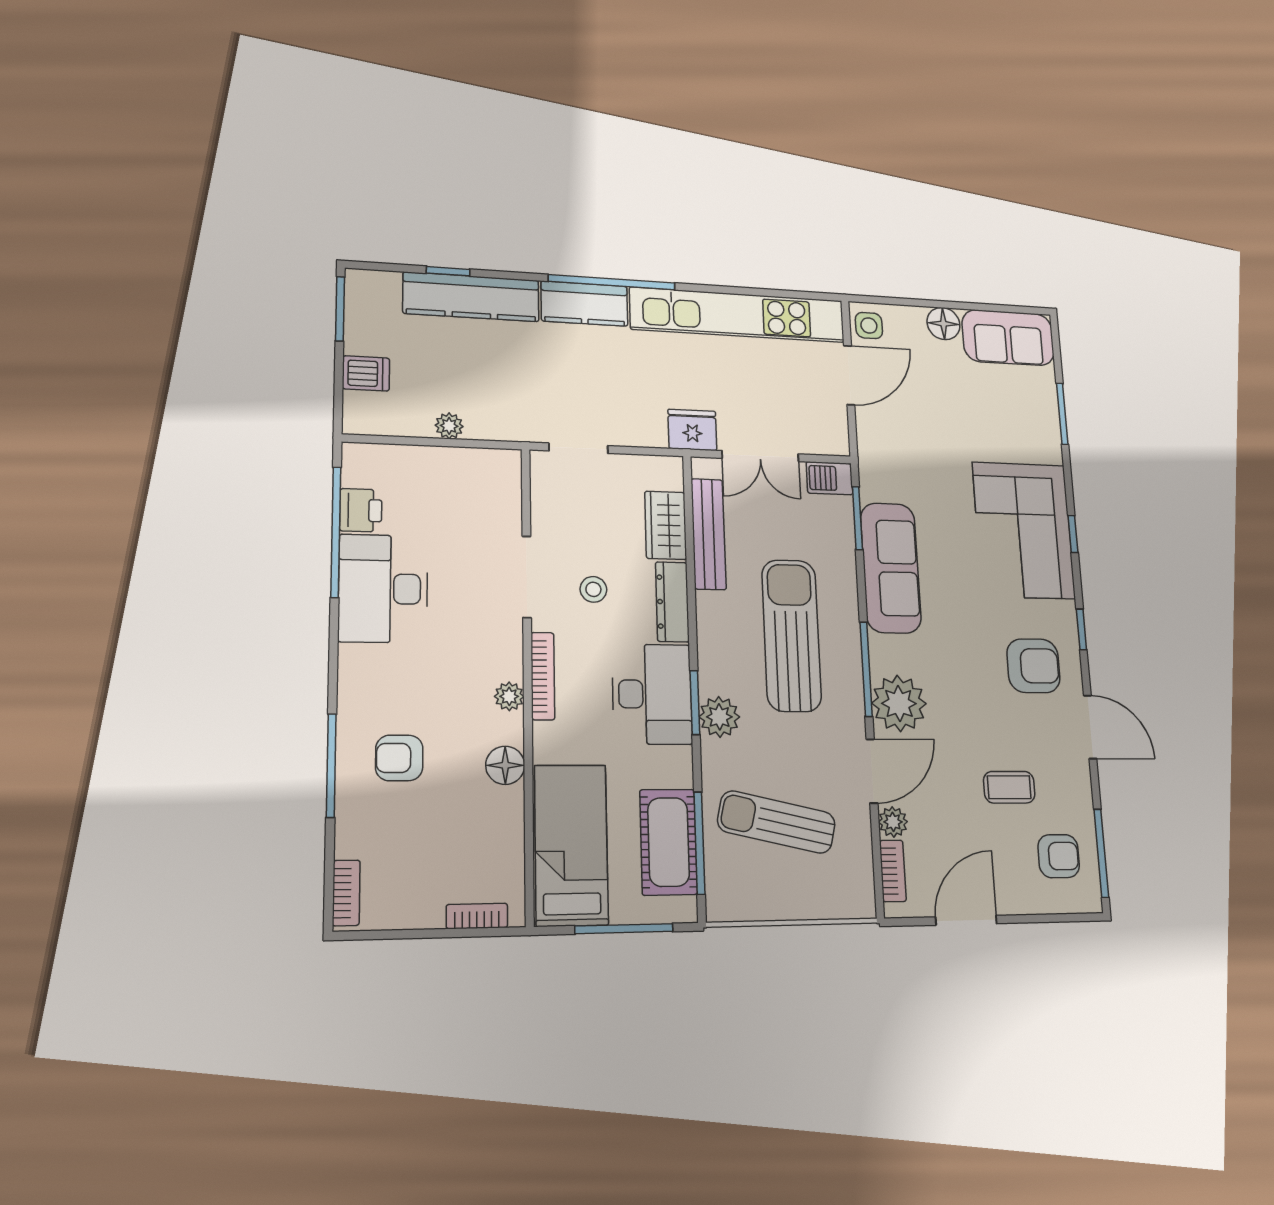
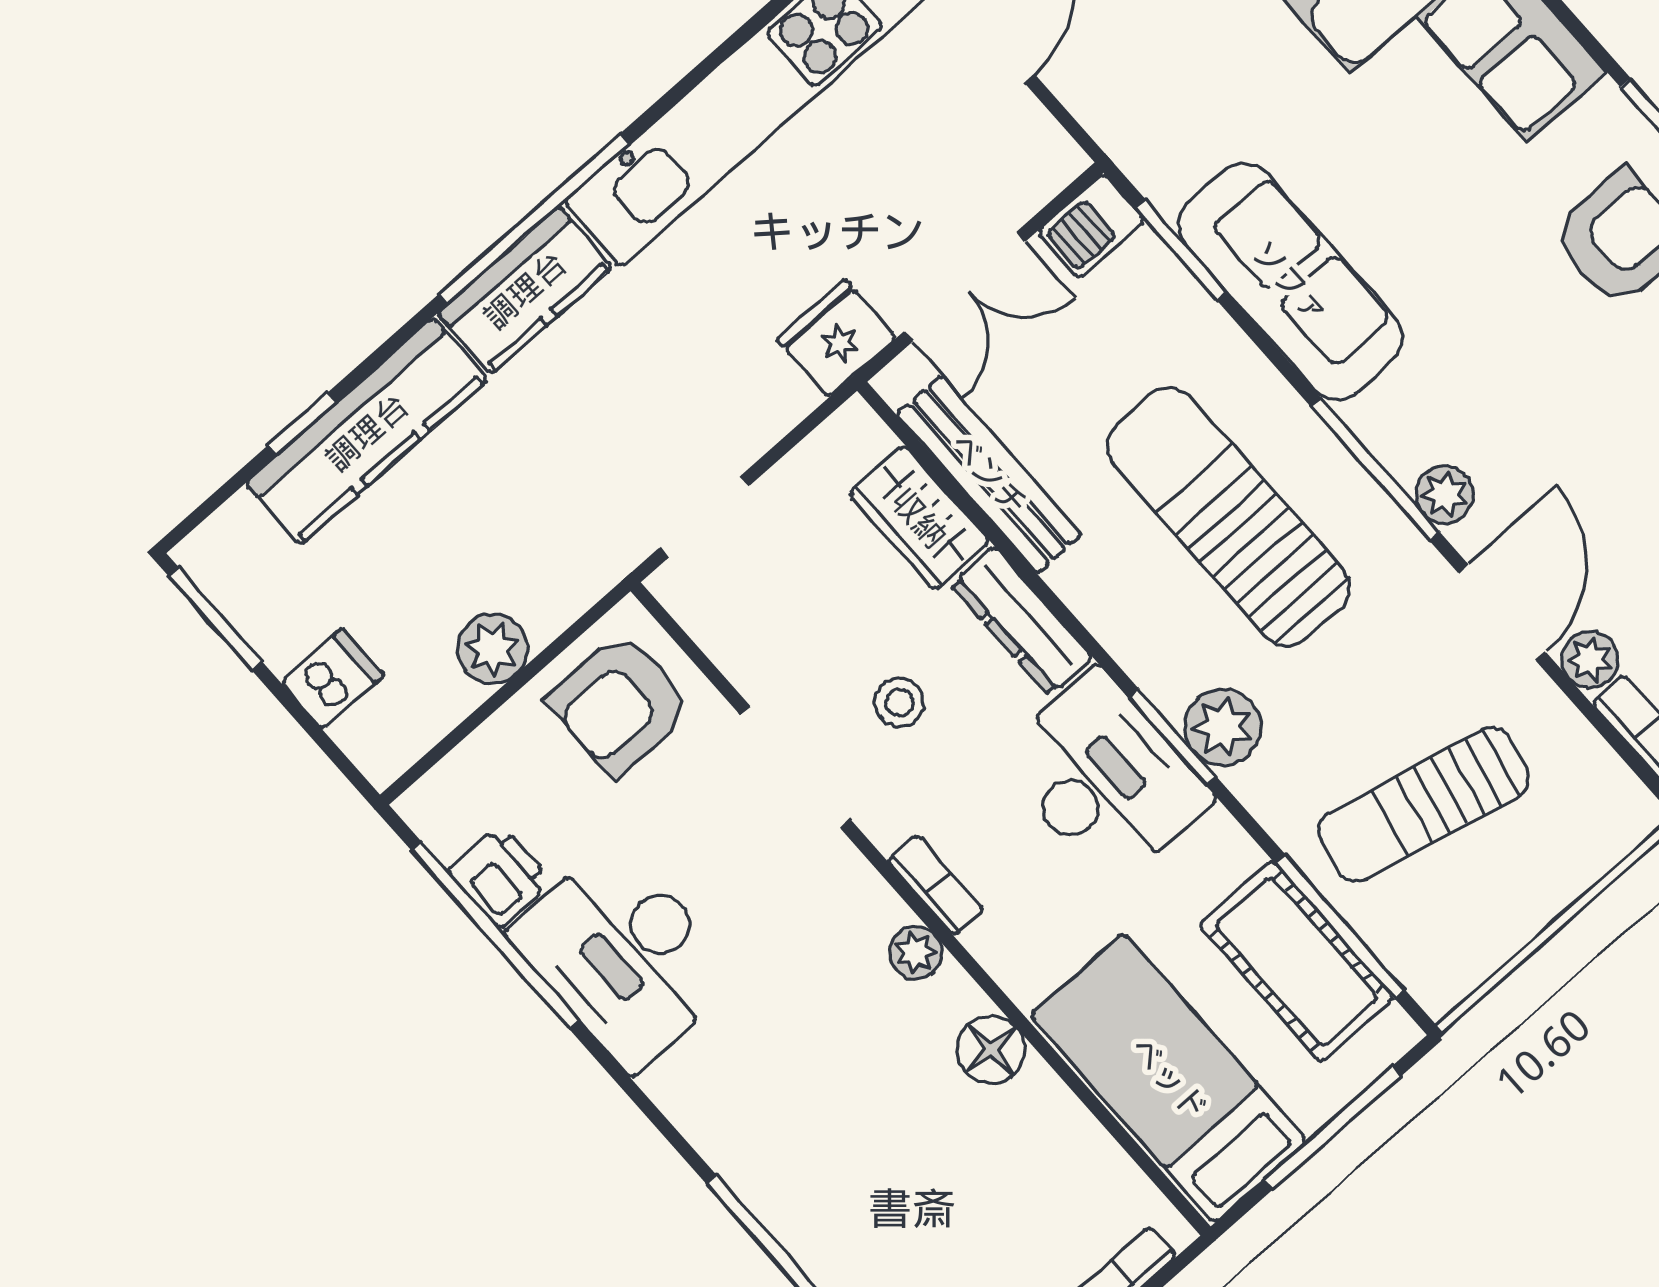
plant: (449, 426) -> (492, 649), width x1.38, depth x1.38
bookcase: (543, 676) -> (936, 885), width x0.64
plant: (899, 703) -> (1445, 494), width x0.53, depth x0.53
armchair: (399, 758) -> (620, 704), moved, width x1.38, depth x1.38

